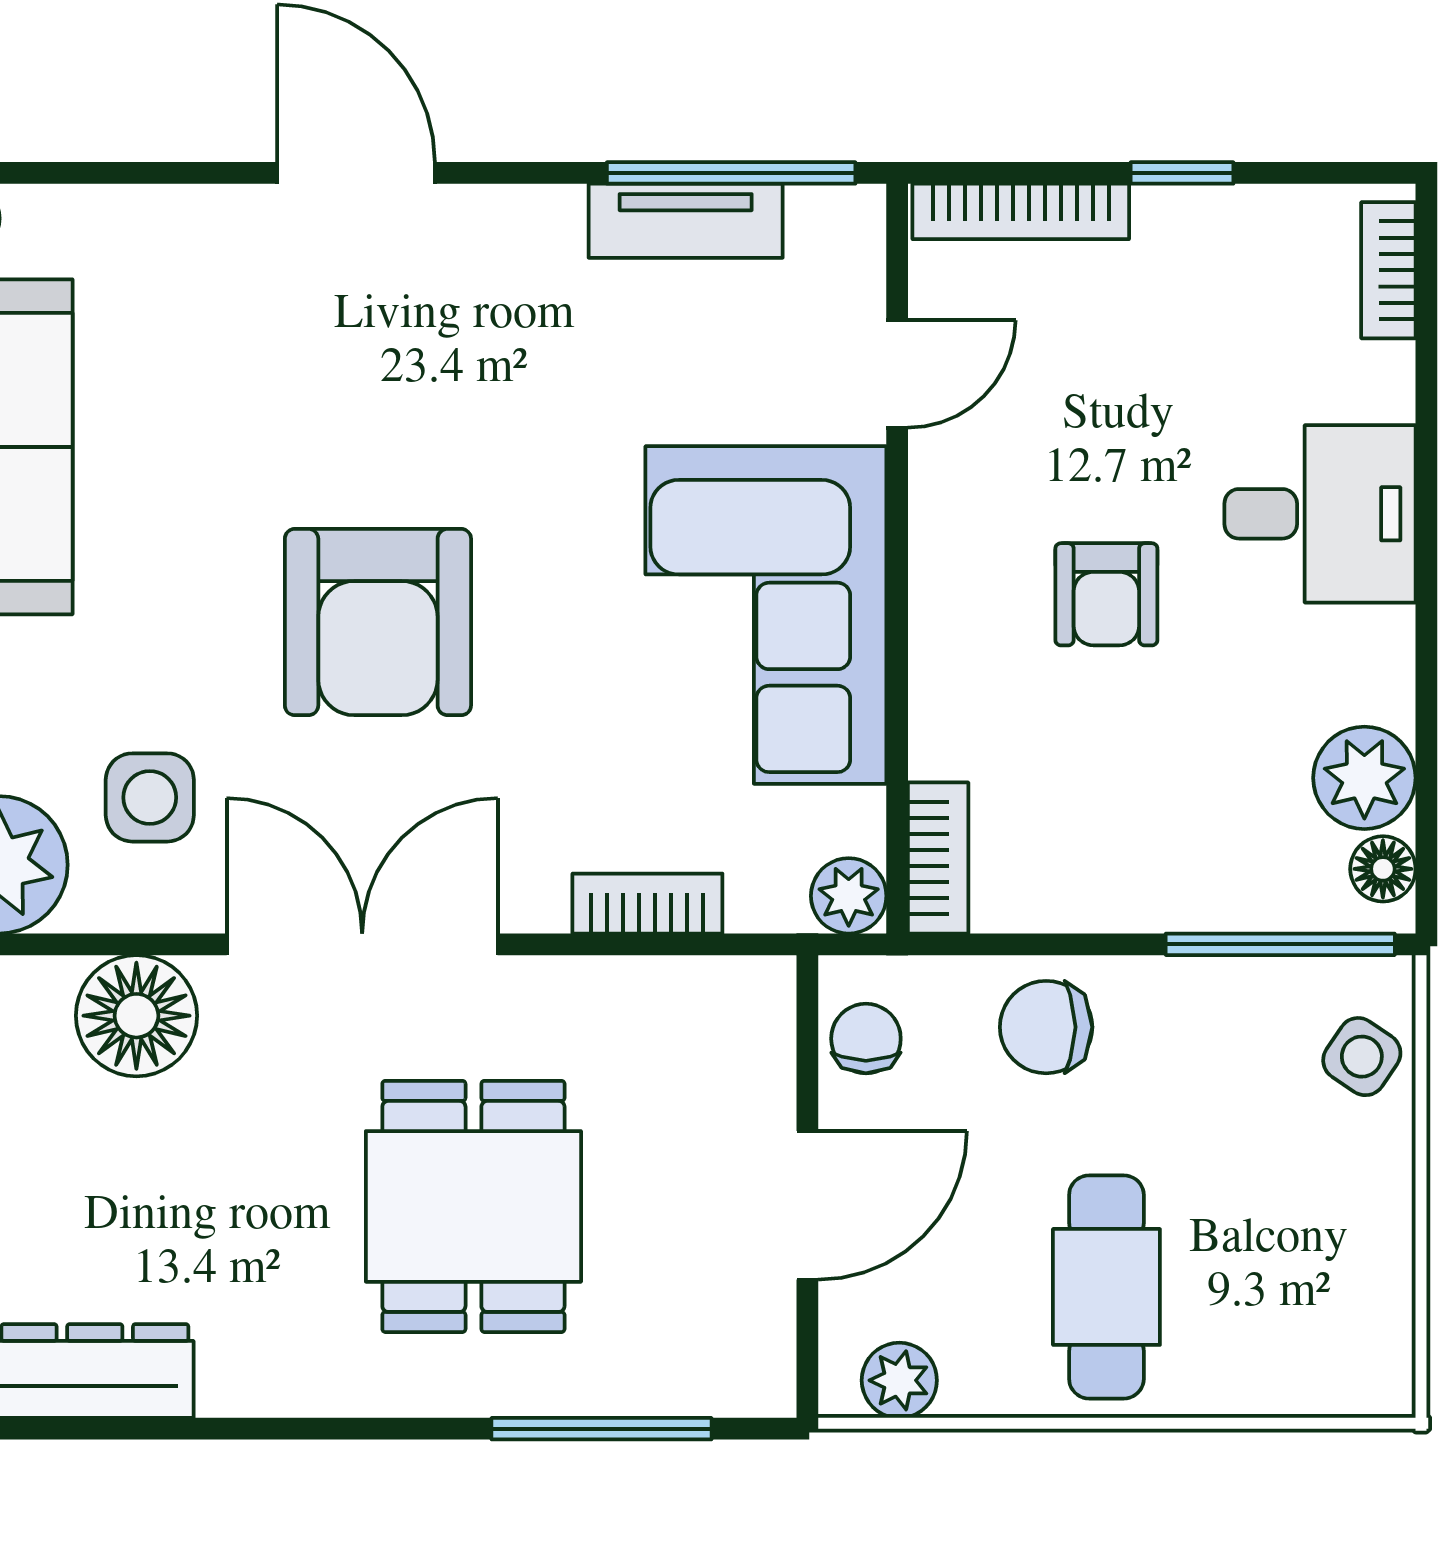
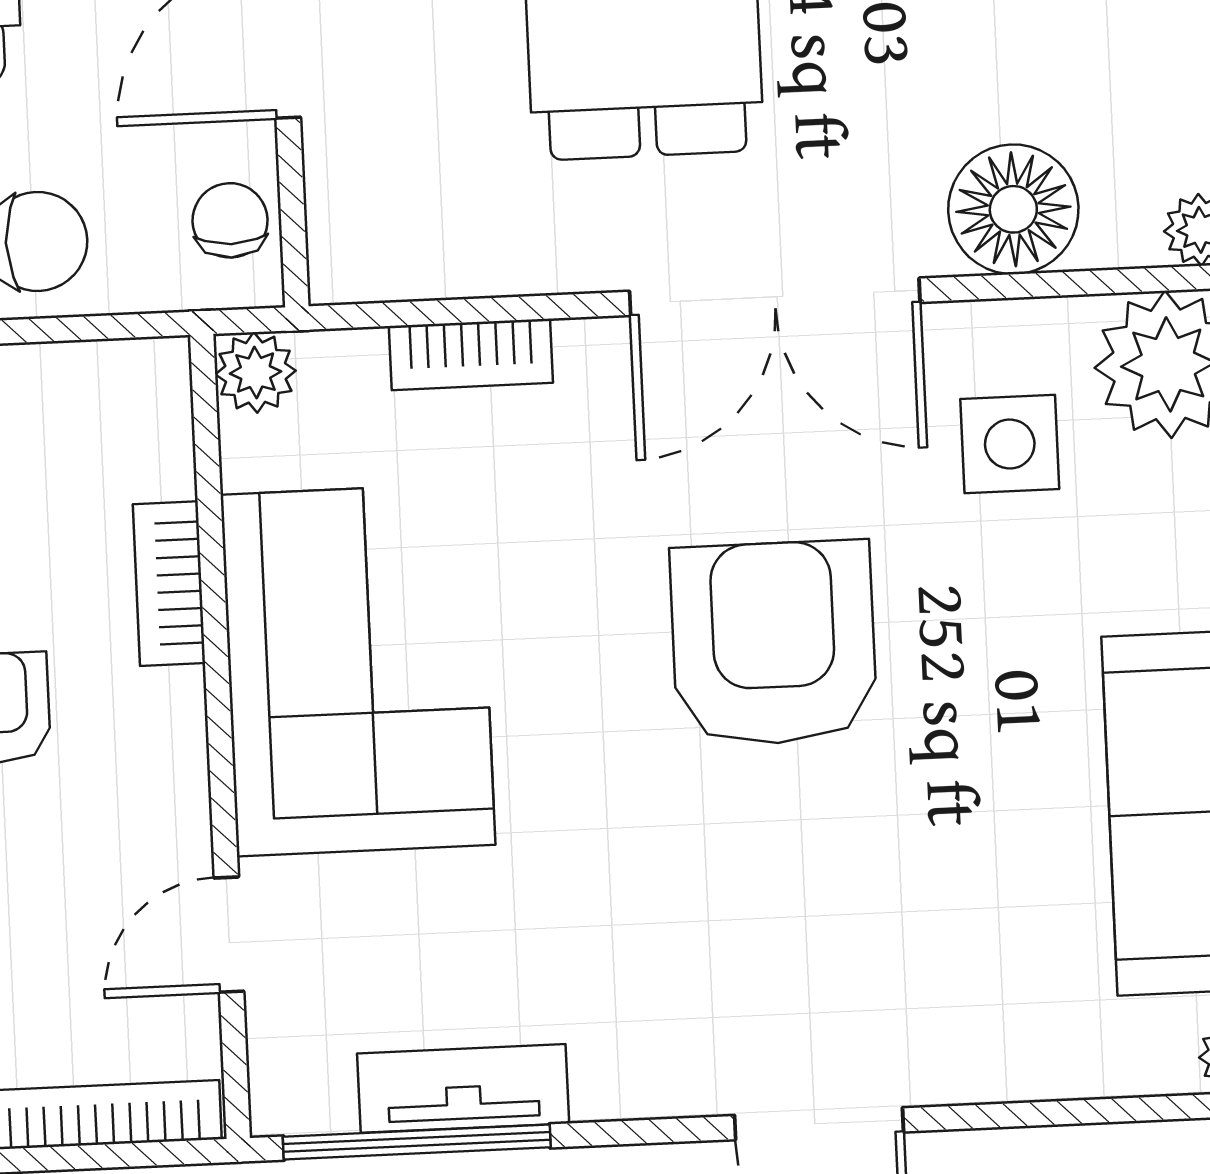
bookcase: (938, 858) -> (169, 584), moved
chair: (866, 1039) -> (230, 220), turned 180

